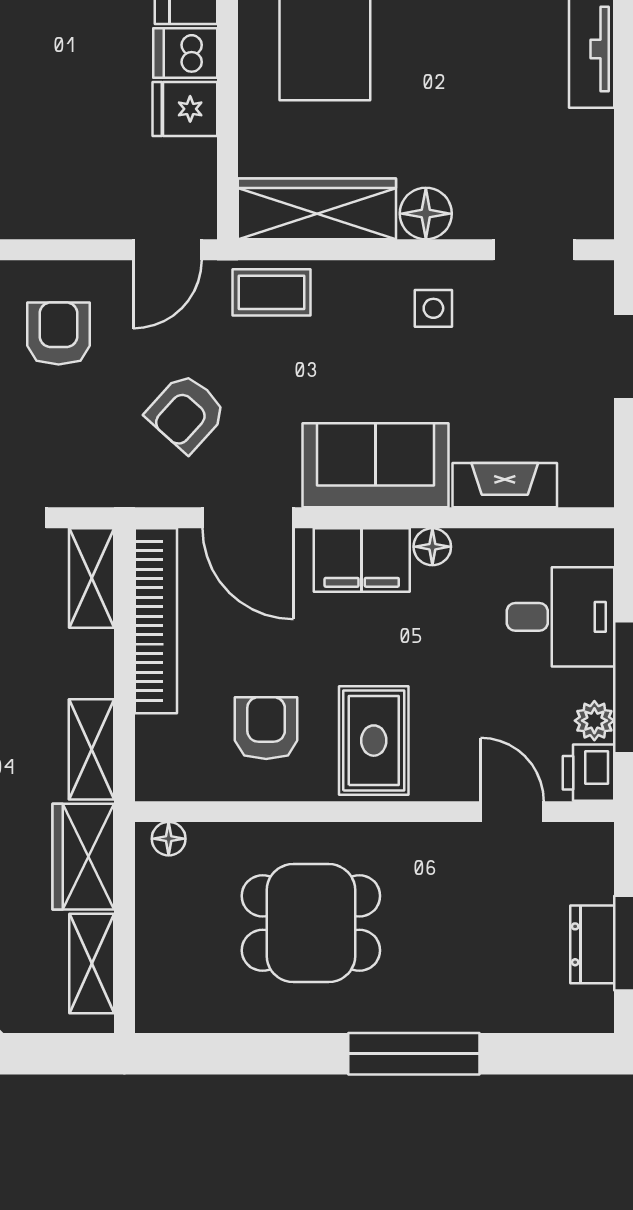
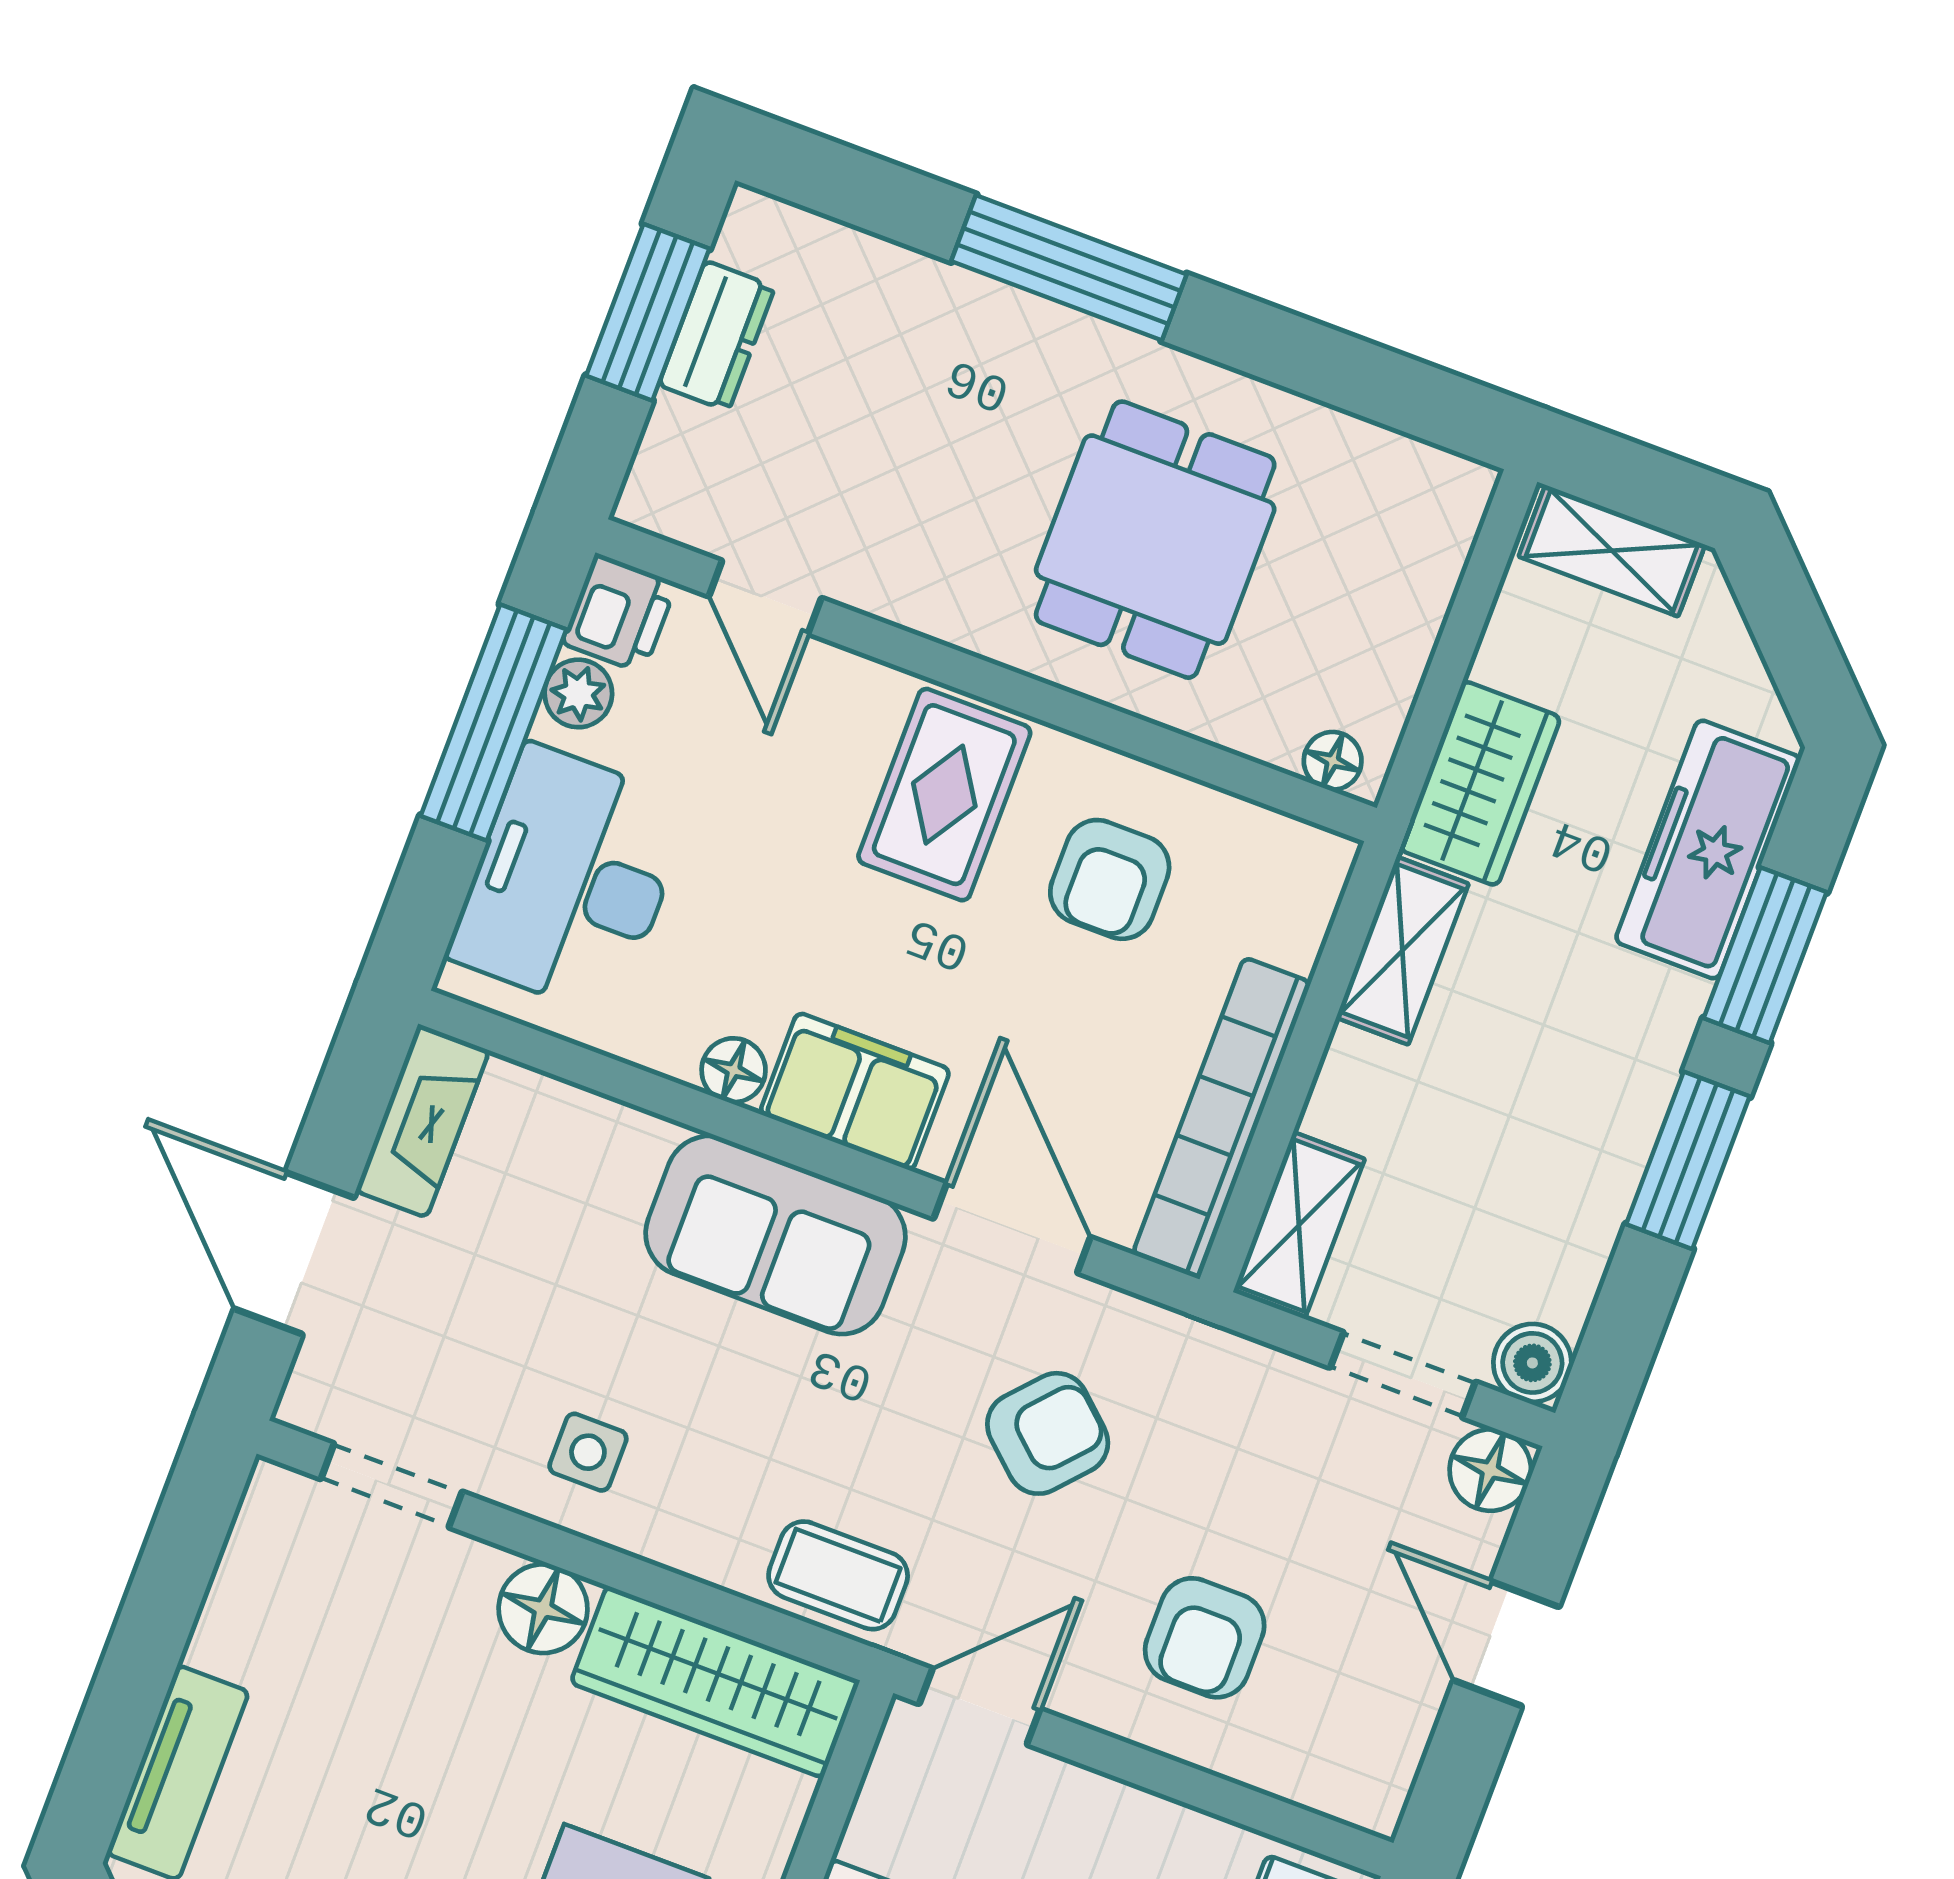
fireplace: (505, 485) -> (422, 1121), moved, turned -90
desk: (560, 617) -> (570, 880), width x1.37
dining table: (311, 923) -> (1155, 540), turned 90
shelving: (92, 964) -> (1612, 551), moved, turned 90

